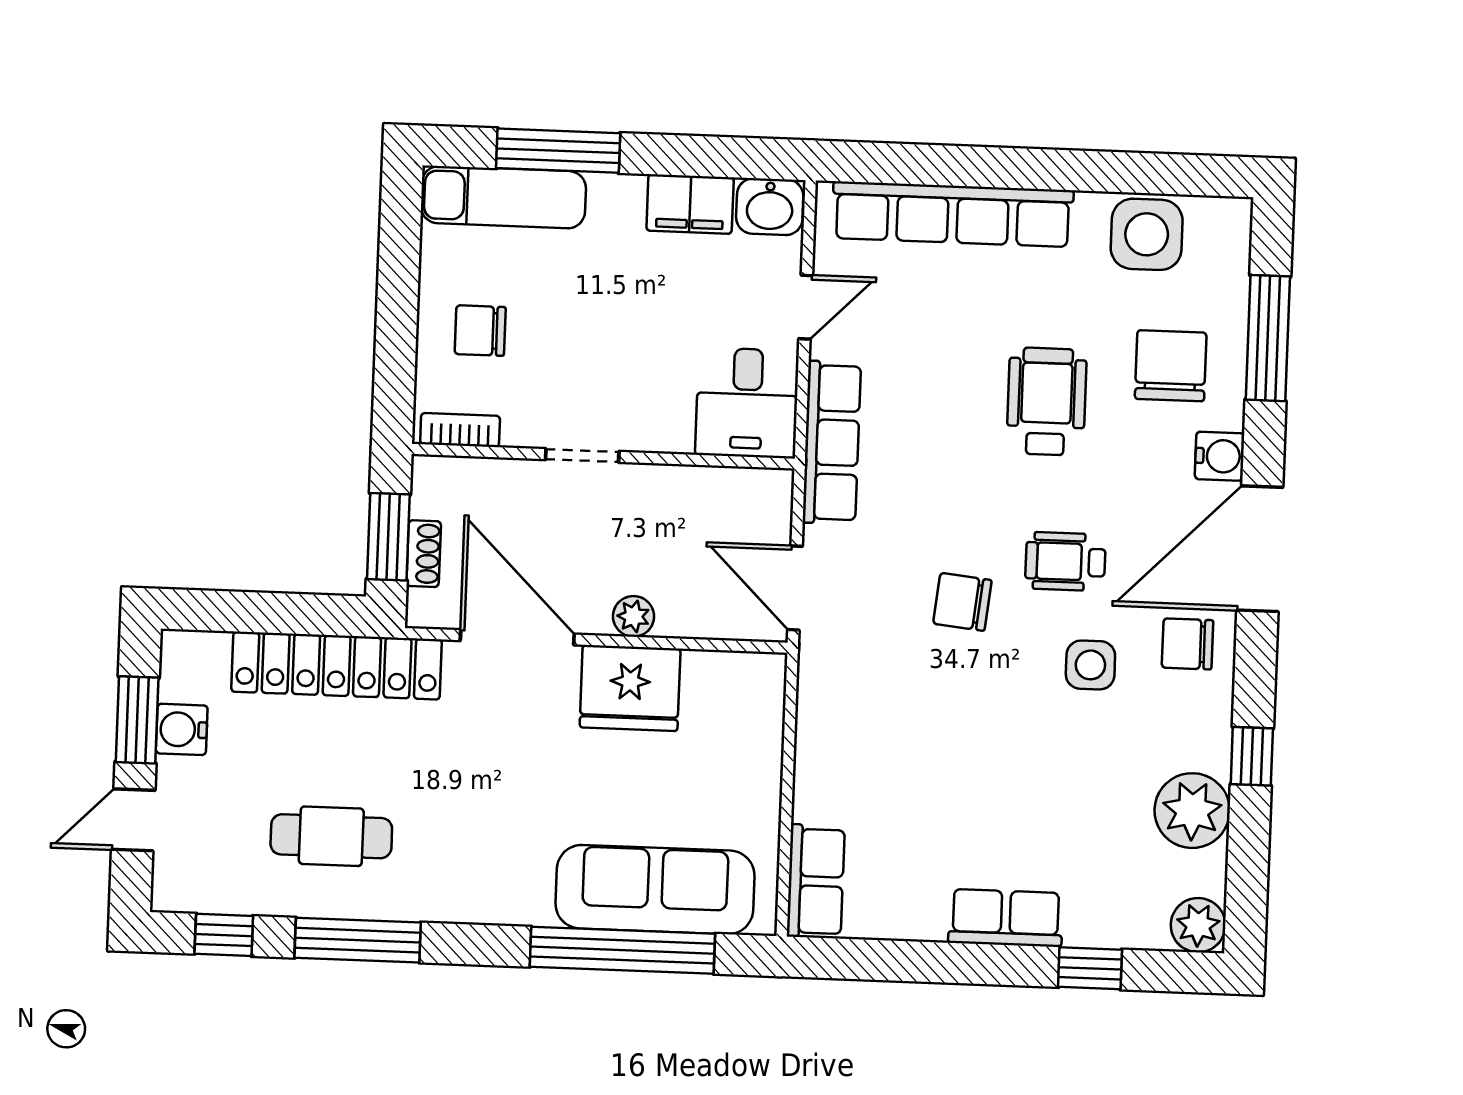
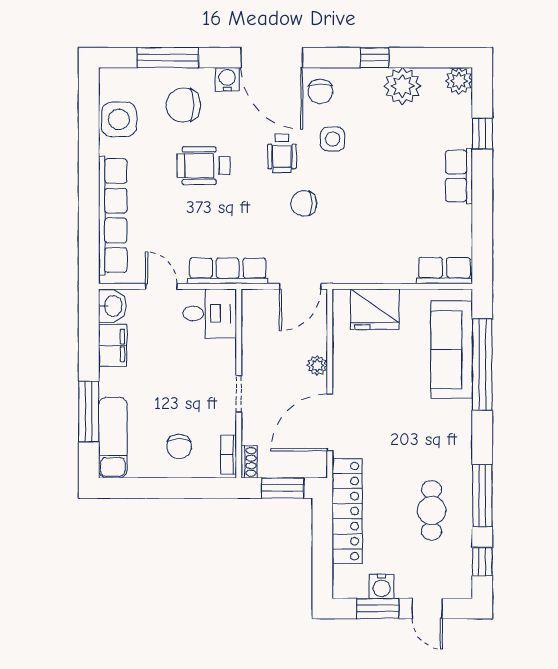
shoe rack: (424, 554) -> (249, 462), moved, turned 90
chair: (962, 602) -> (304, 203), turned 84
fridge: (630, 688) -> (375, 309), moved, turned 90

